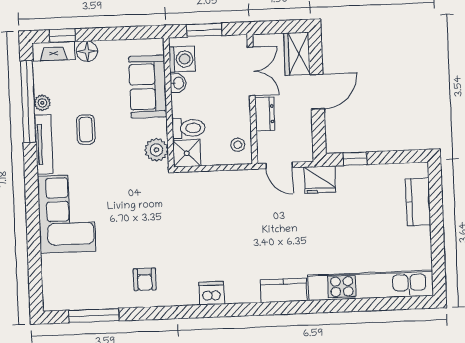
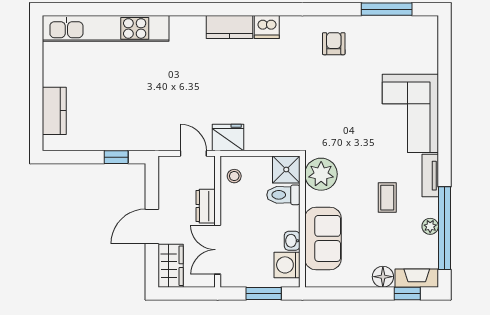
tv unit: (44, 144) -> (430, 176), width x0.71
plant: (156, 150) -> (321, 174), width x1.36, depth x1.36
fridge: (320, 180) -> (228, 137), moved
kitchen counter: (284, 290) -> (229, 27), moved

